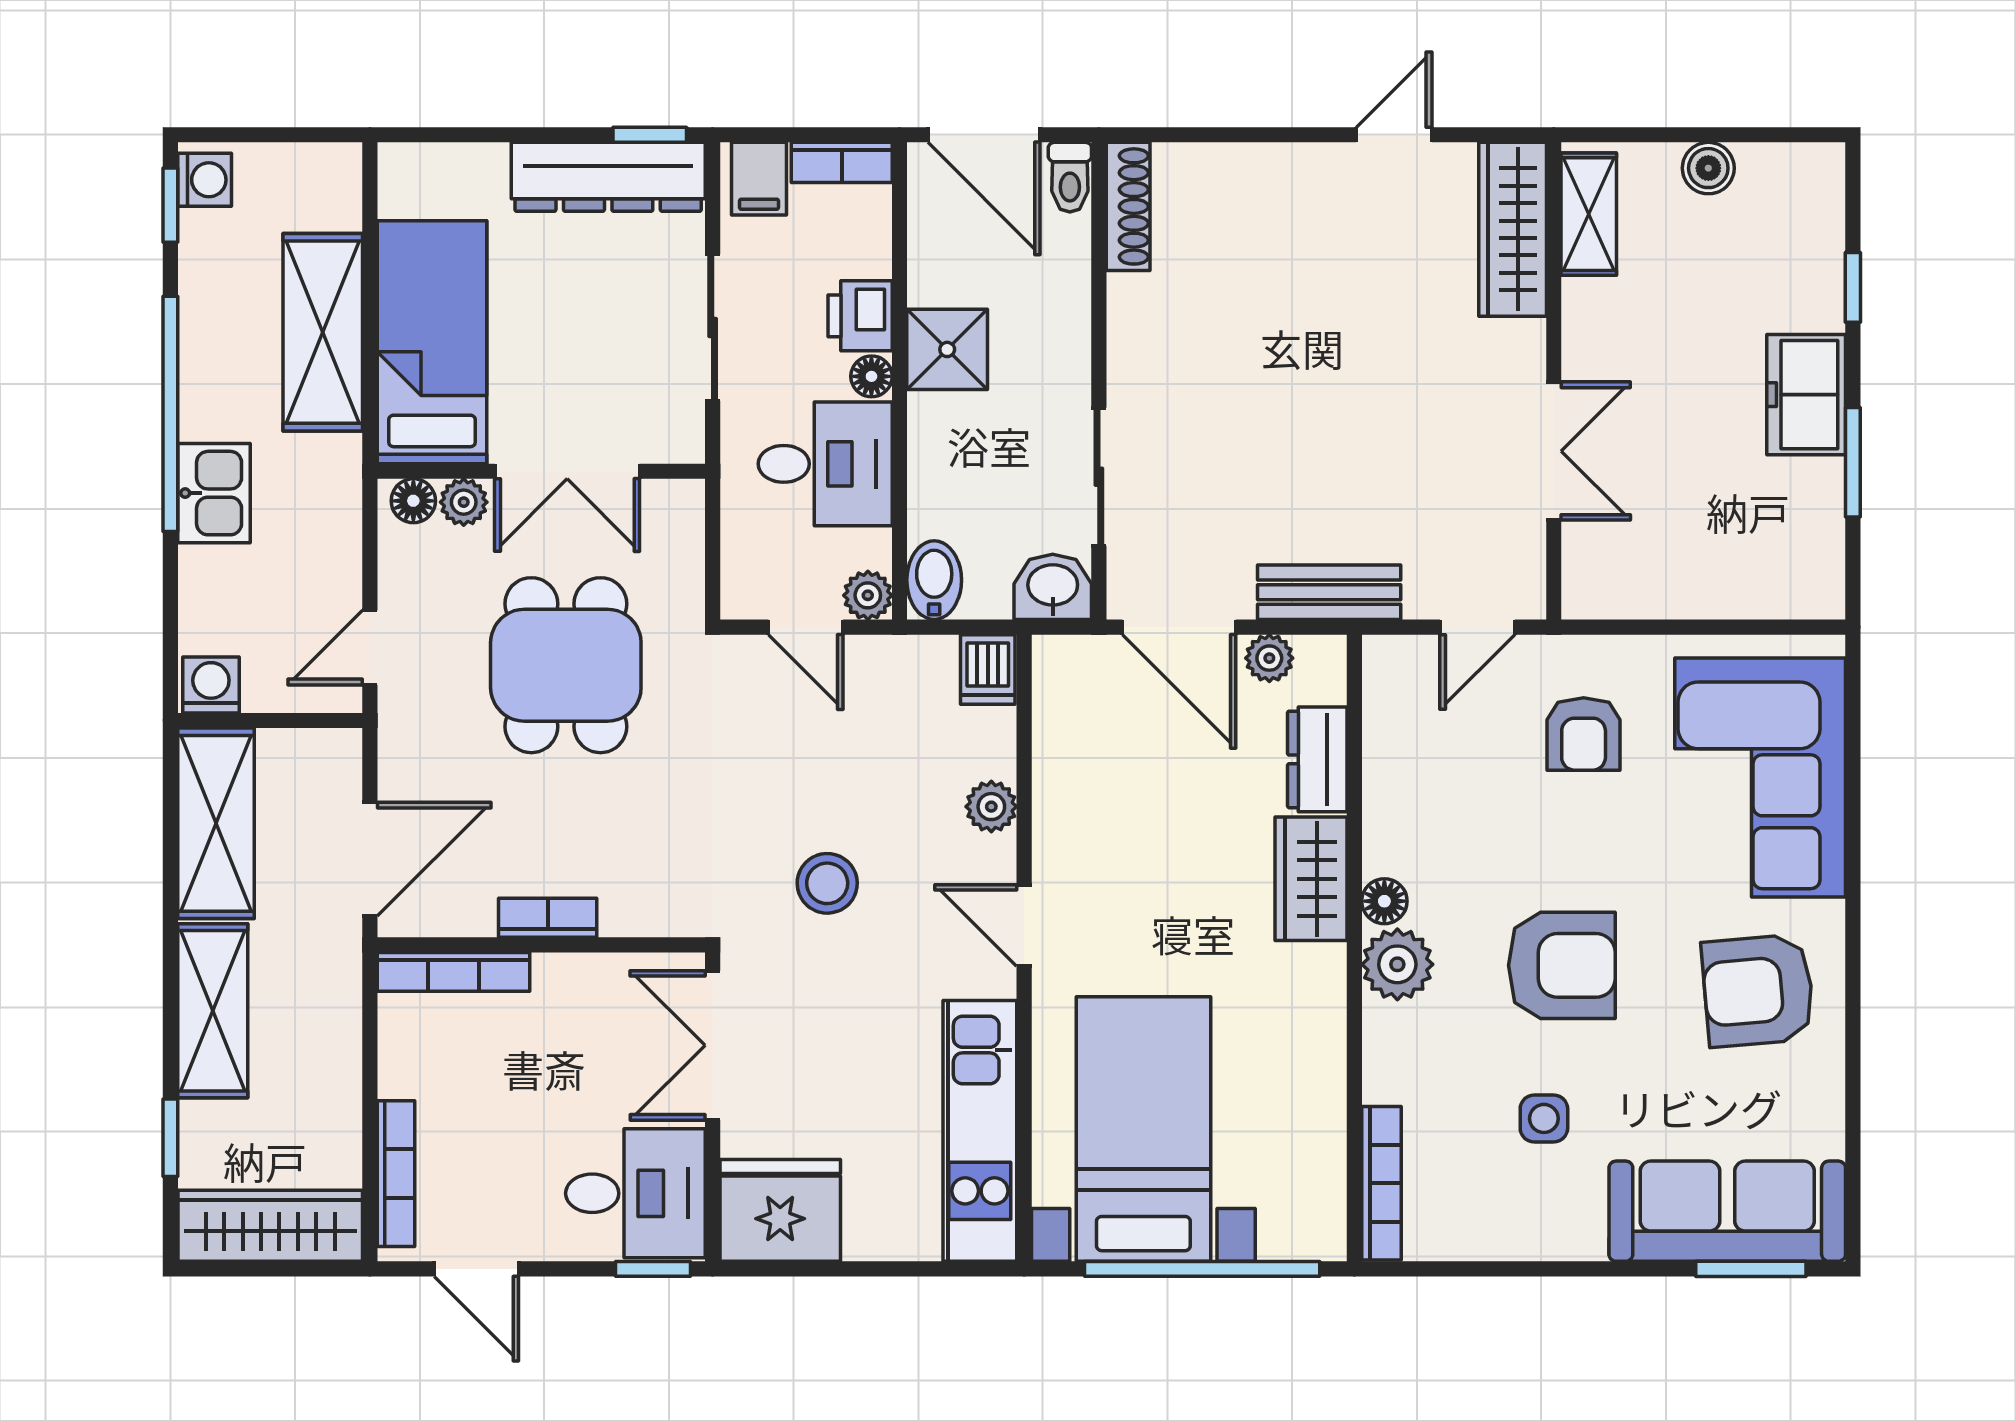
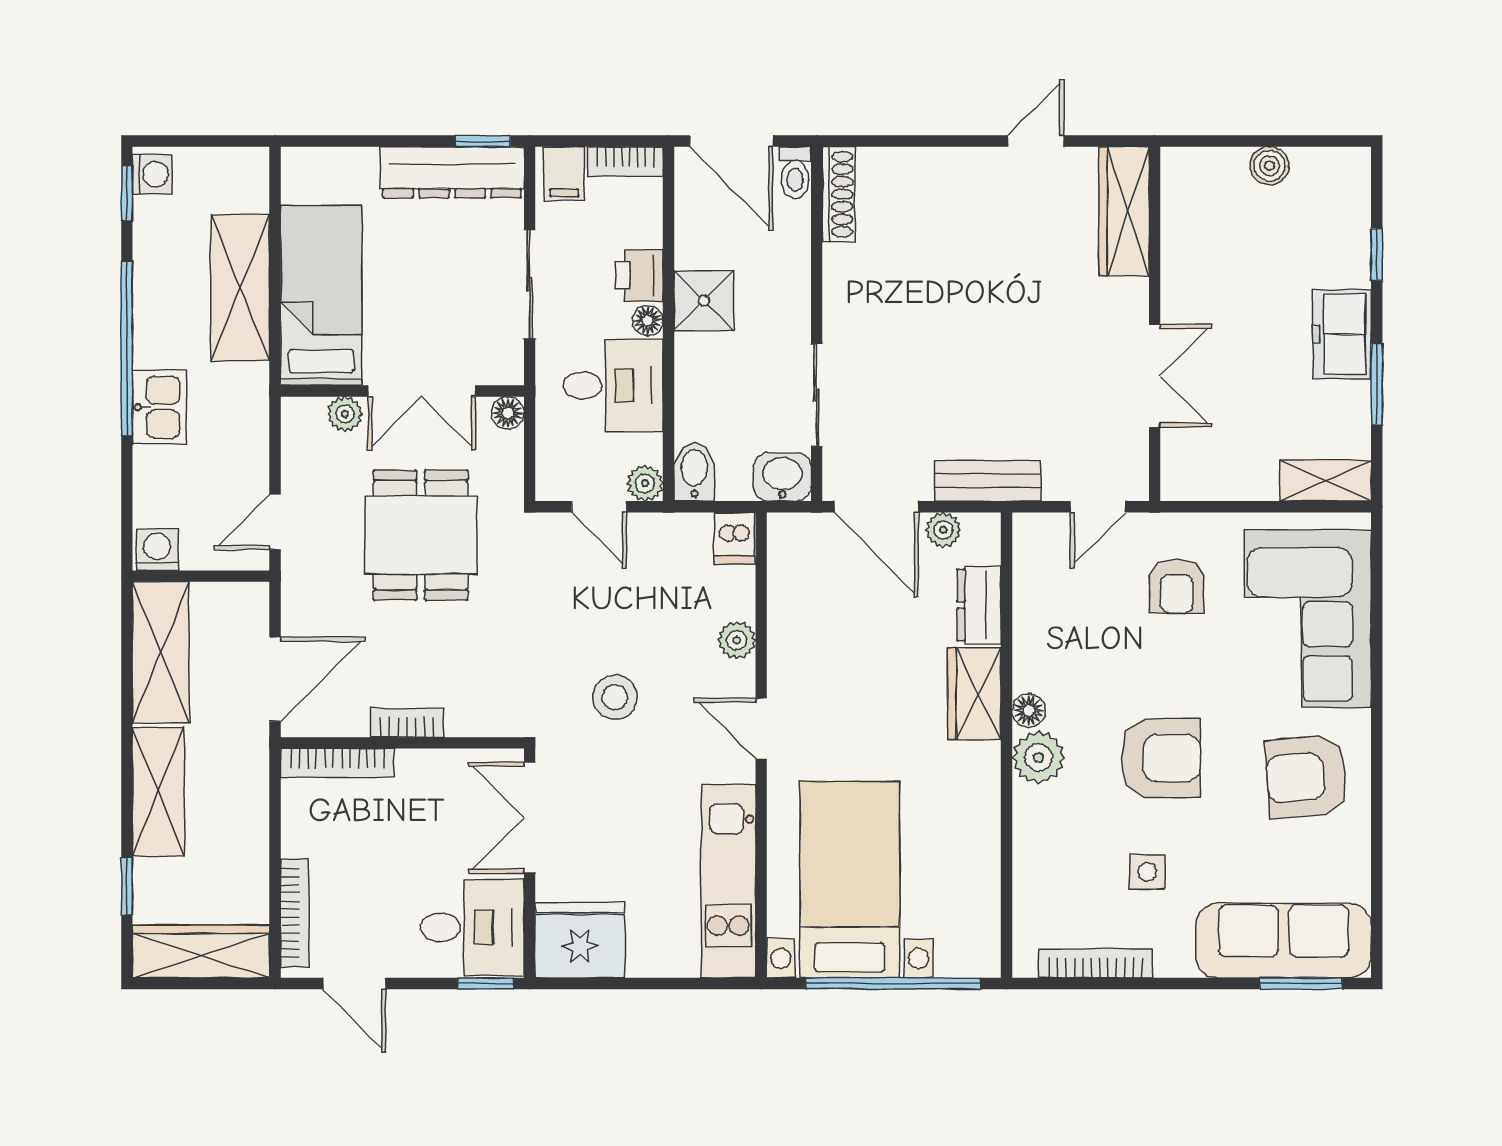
shelving: (1589, 214) -> (1326, 481), moved, turned 90
floor lamp: (413, 501) -> (508, 413), moved
bookcase: (1382, 1183) -> (1096, 963), moved, turned -90

